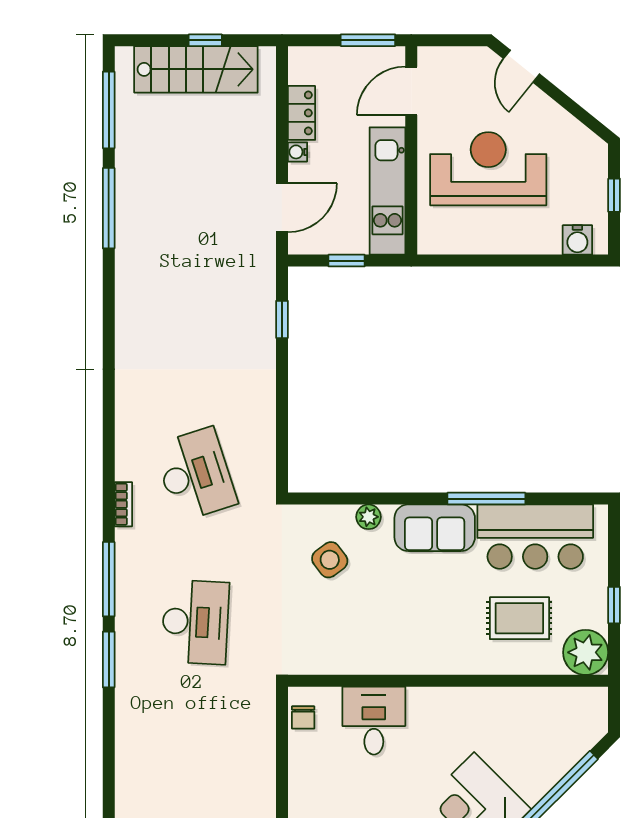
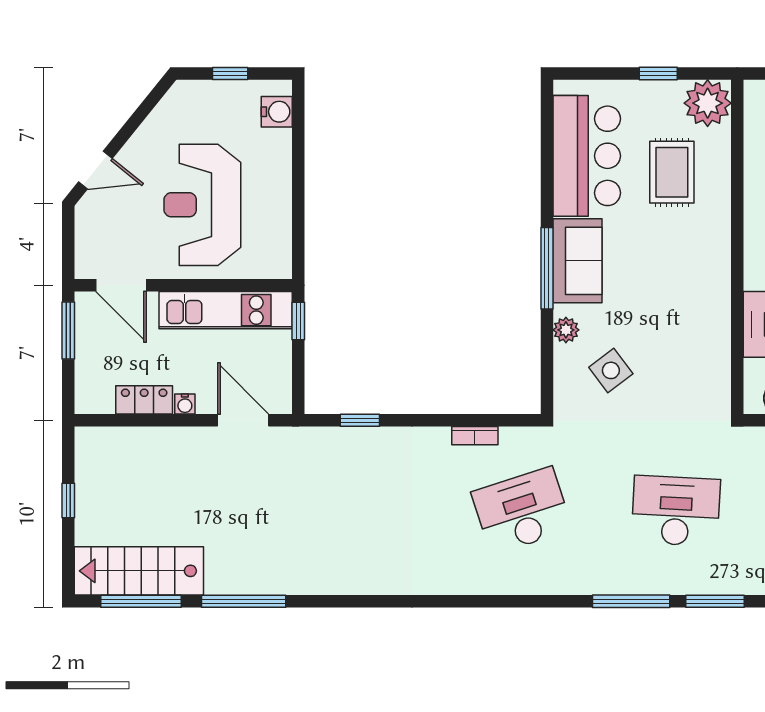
stairs: (196, 69) -> (139, 571), moved, turned -90
window: (347, 261) -> (298, 321), moved
window: (486, 499) -> (547, 268), moved
bookcase: (123, 504) -> (475, 436), moved, turned 180

